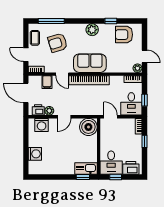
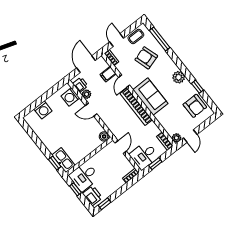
armchair: (124, 35) -> (195, 106), turned 180
boiler: (88, 127) -> (104, 136), width x0.54, depth x0.54
window: (144, 141) -> (105, 204), moved

